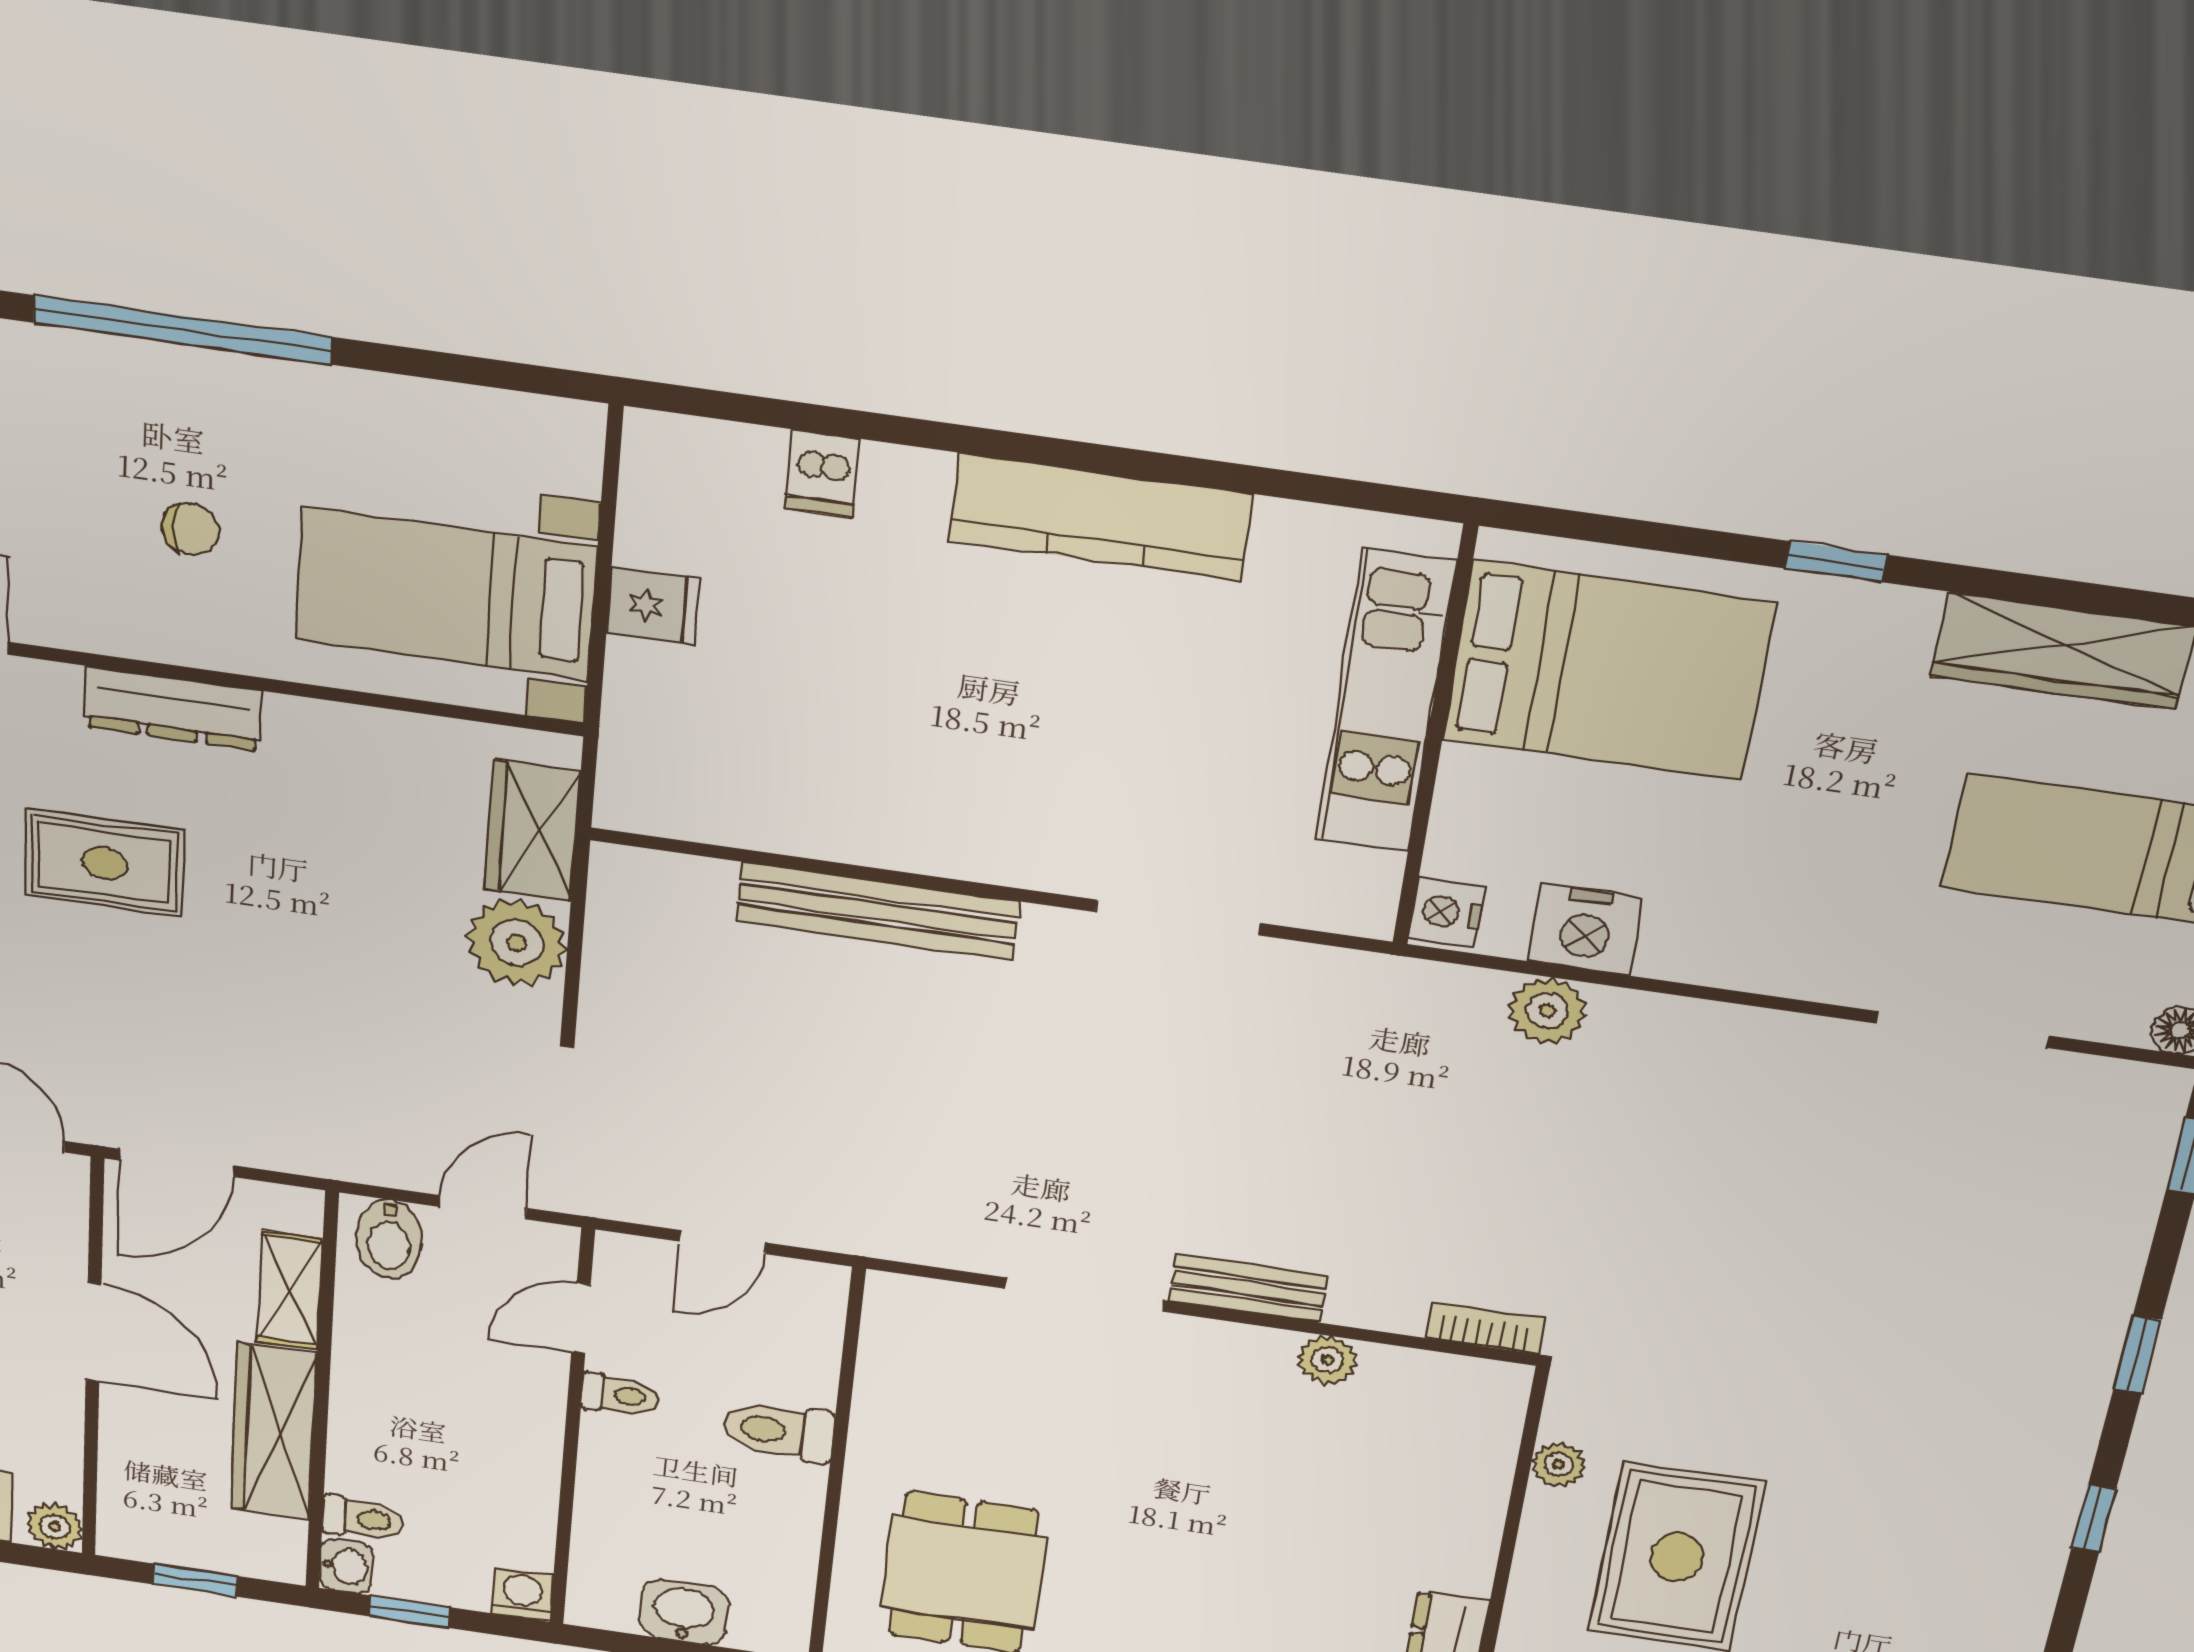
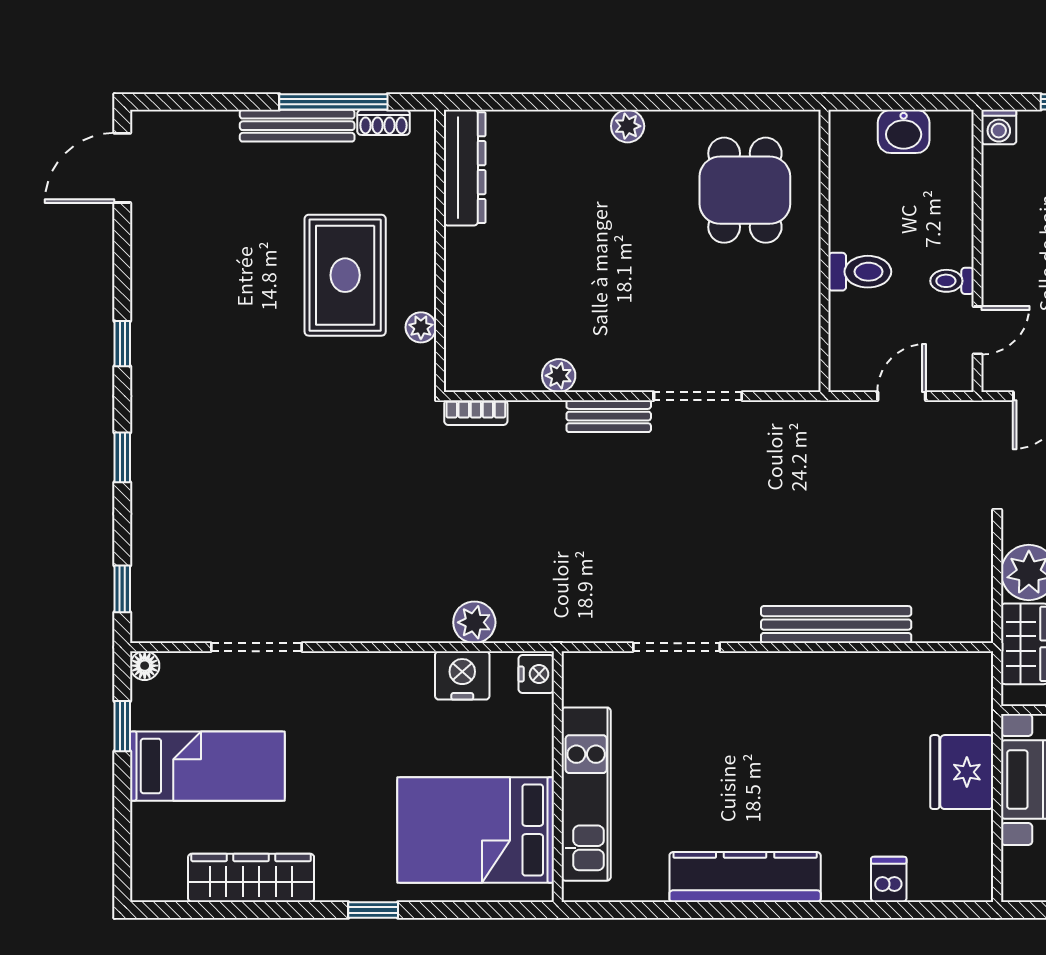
fridge: (653, 606) -> (962, 772), width x1.88, depth x1.34

